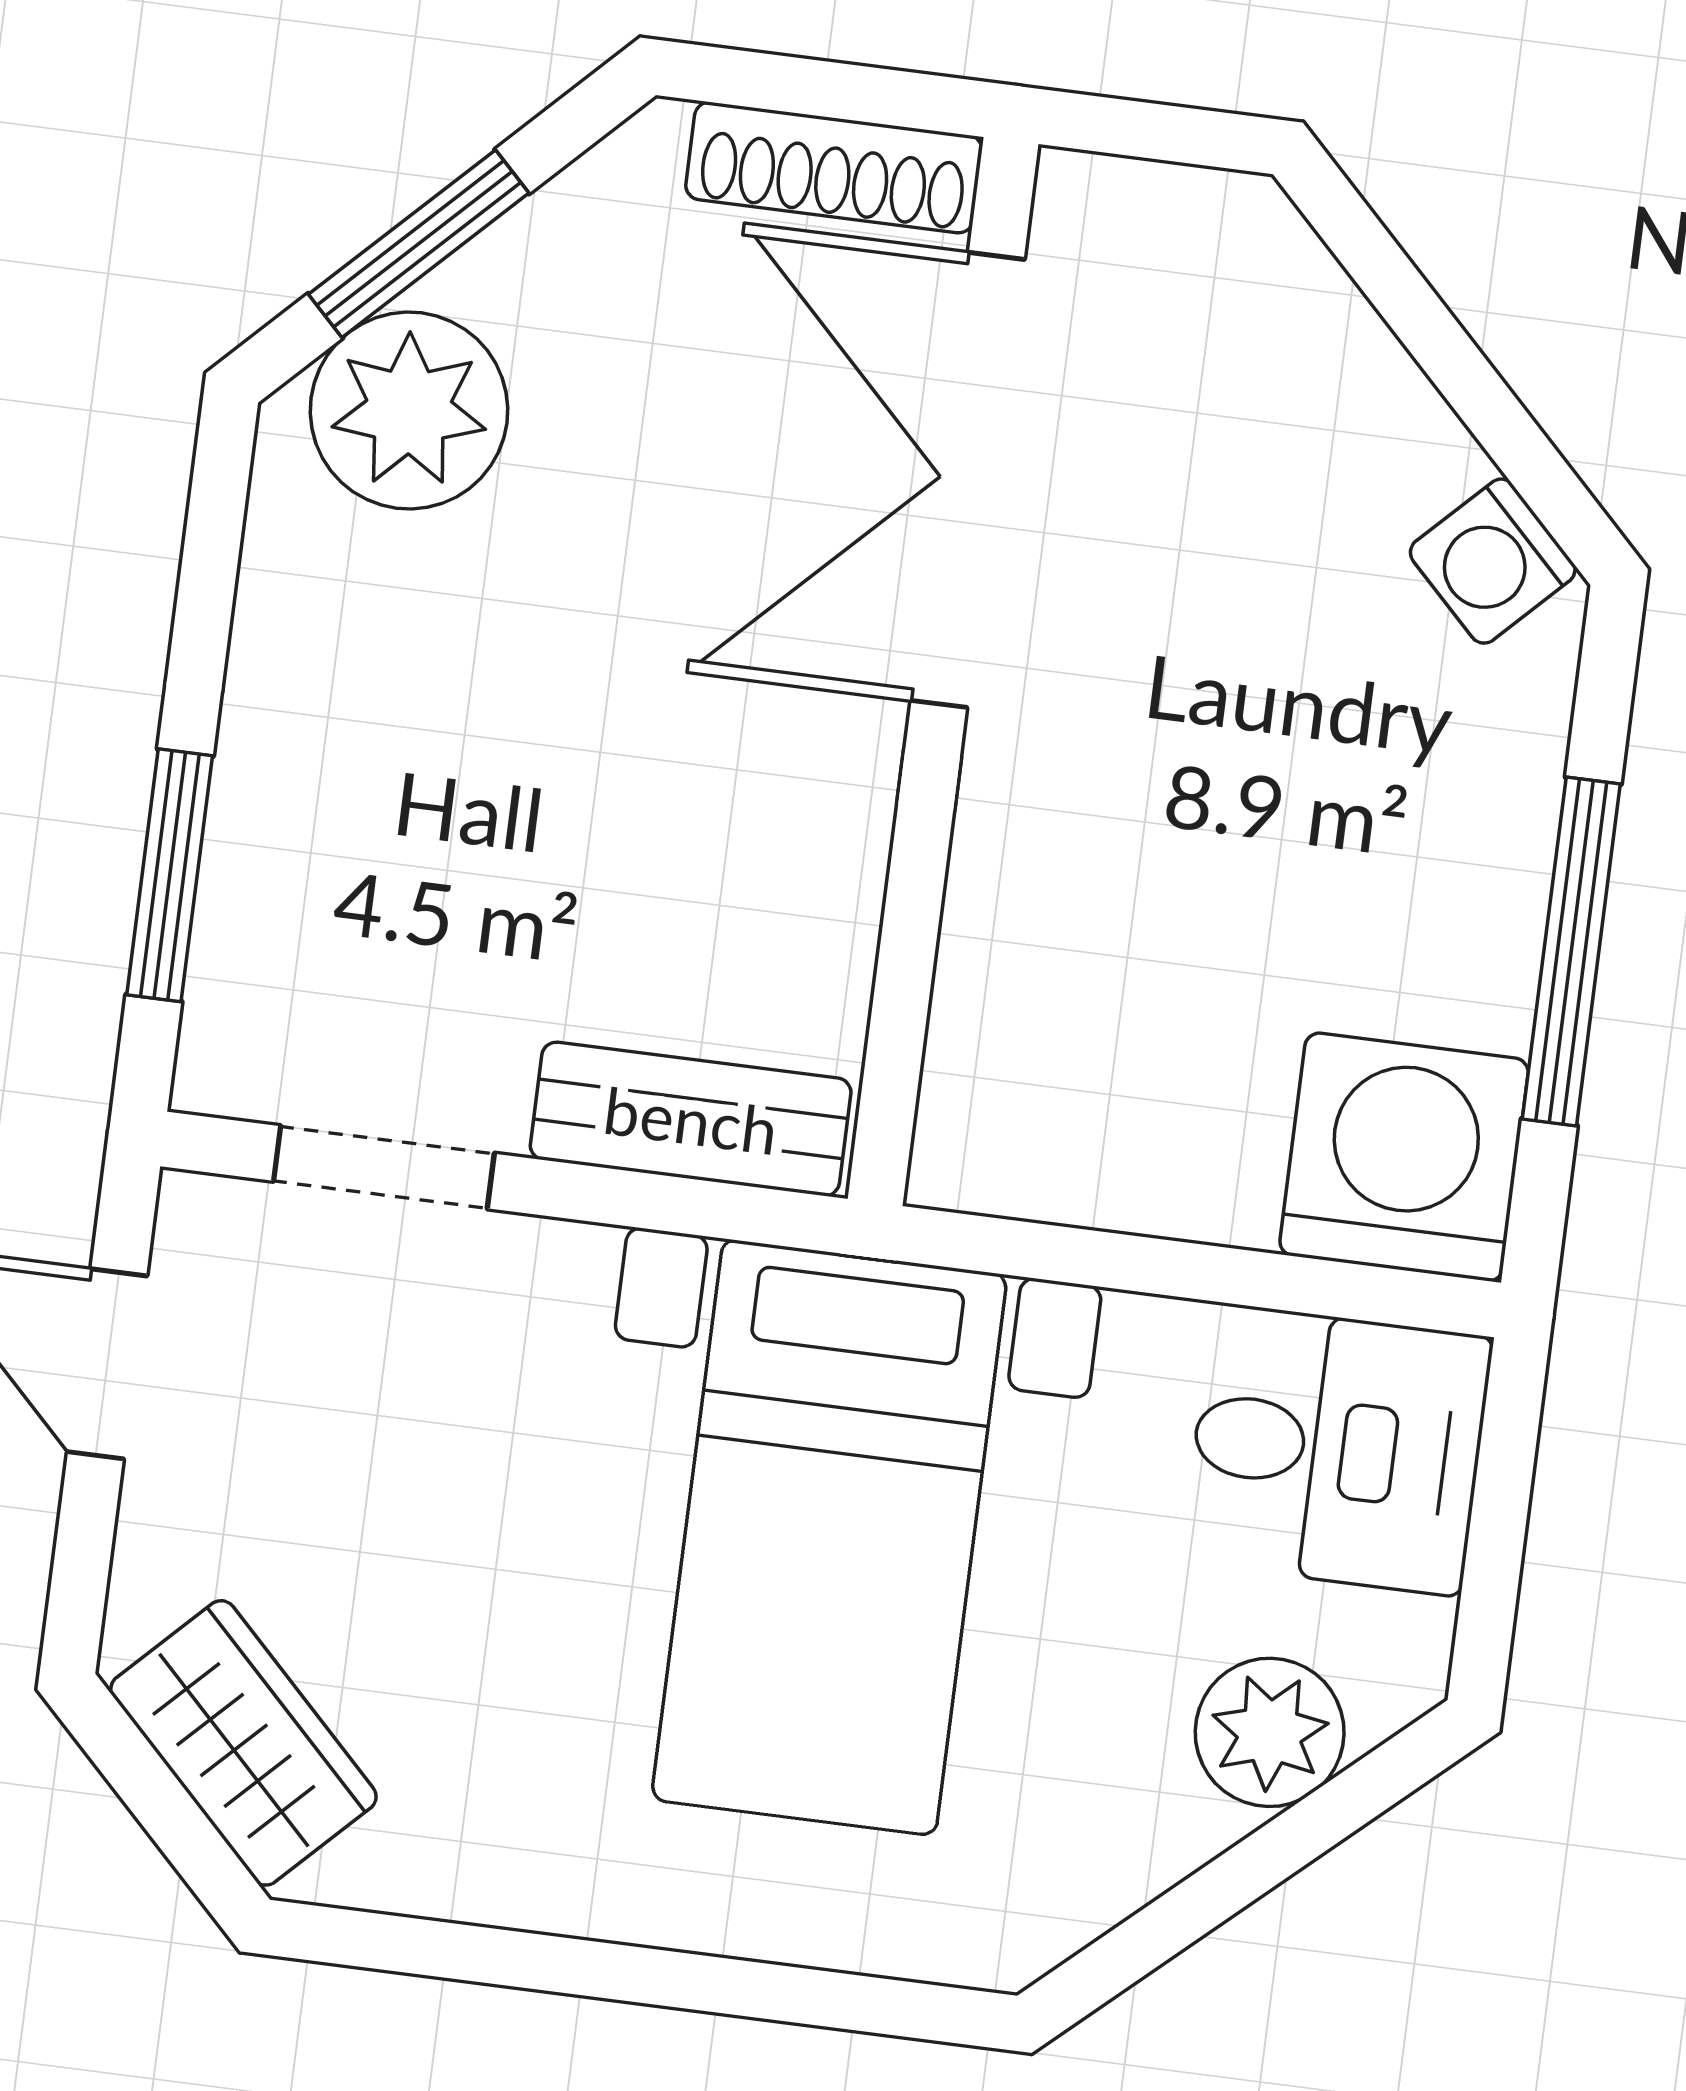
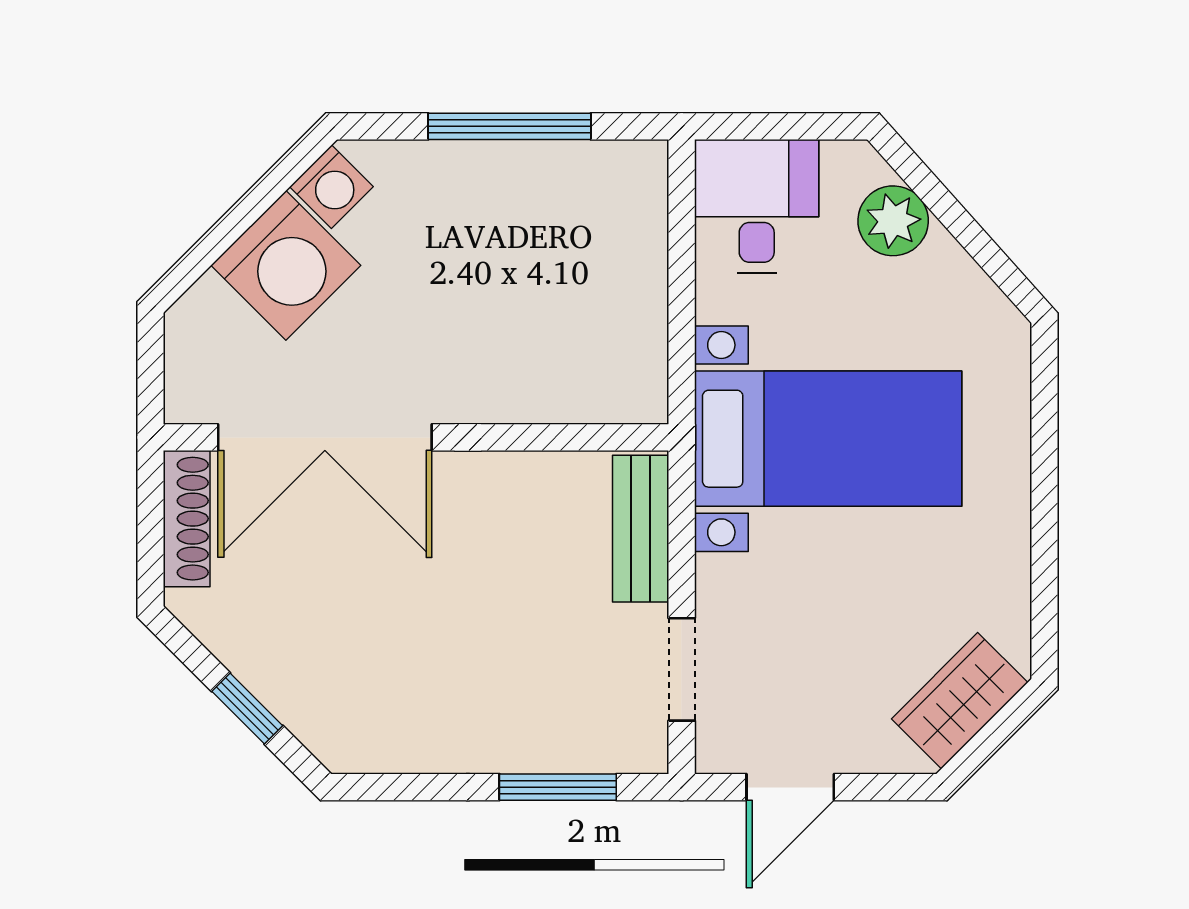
window: (419, 244) -> (247, 708), width x0.67
plant: (409, 411) -> (326, 703), removed
washing machine: (1404, 1157) -> (286, 265), moved, turned -135

